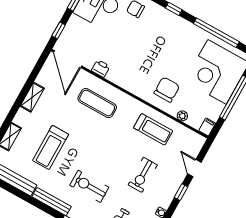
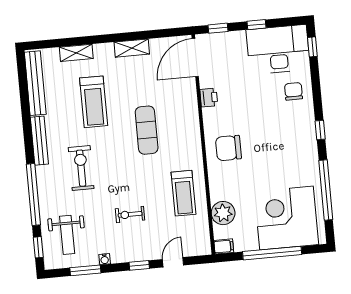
chair: (167, 90) -> (228, 148), moved, turned 180
exercise mat: (97, 103) -> (147, 130), moved
plant: (182, 116) -> (223, 213), width x1.87, depth x1.87
treadmill: (51, 147) -> (94, 102), turned -90
exercise bike: (143, 175) -> (130, 214), width x0.73, depth x0.72

